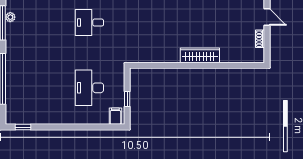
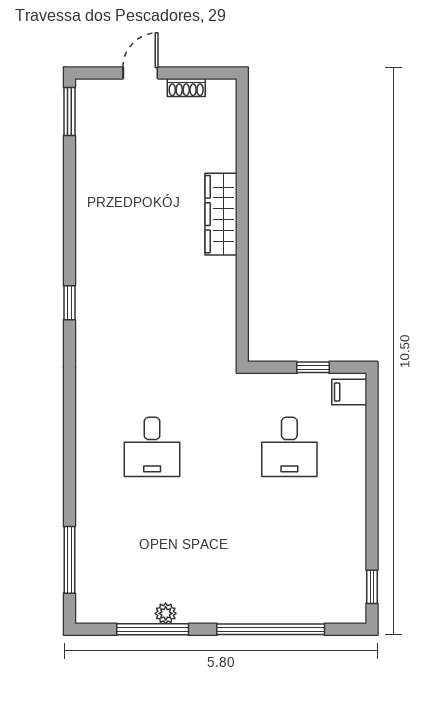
plant: (10, 17) -> (166, 613), moved
desk: (89, 88) -> (289, 447), width x0.73

